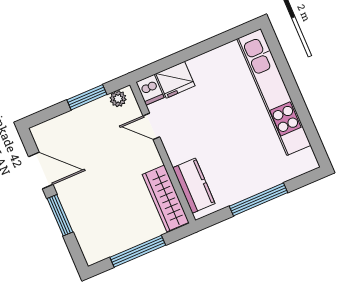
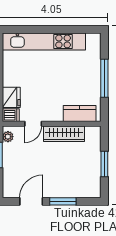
wardrobe: (166, 198) -> (64, 134), moved
window: (138, 251) -> (104, 164), width x0.69

